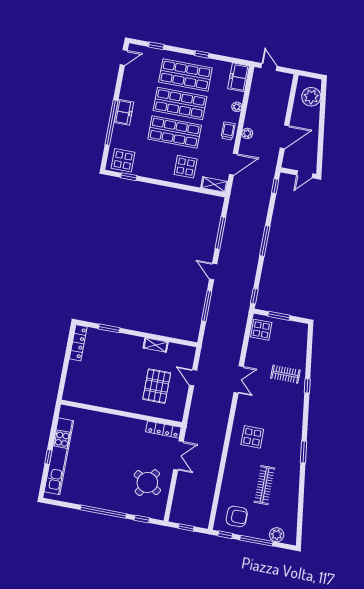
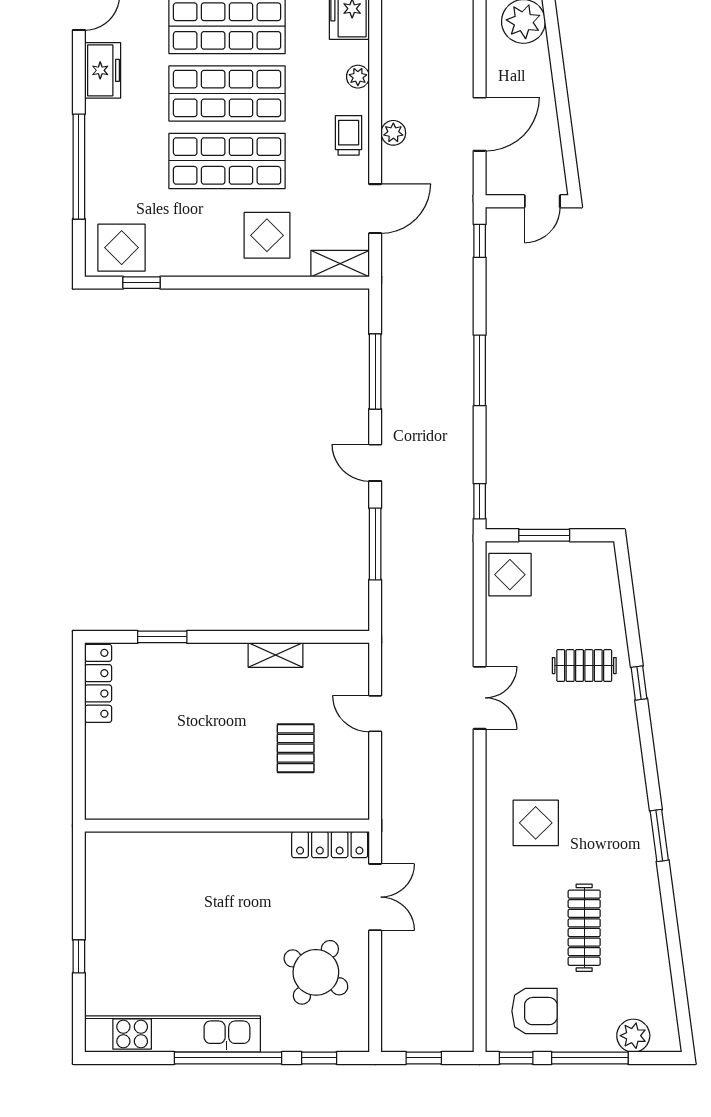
freezer: (124, 112) -> (103, 70), moved
pallet: (157, 386) -> (296, 748), width x0.67, depth x0.71
kitchen unit: (59, 456) -> (173, 1034), moved, turned -90

